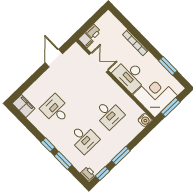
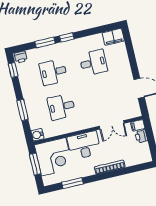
window: (121, 156) -> (22, 110), moved

